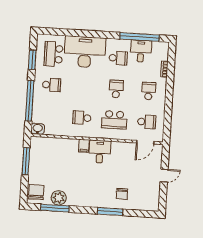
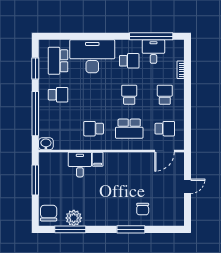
desk: (100, 152) -> (80, 165), moved

